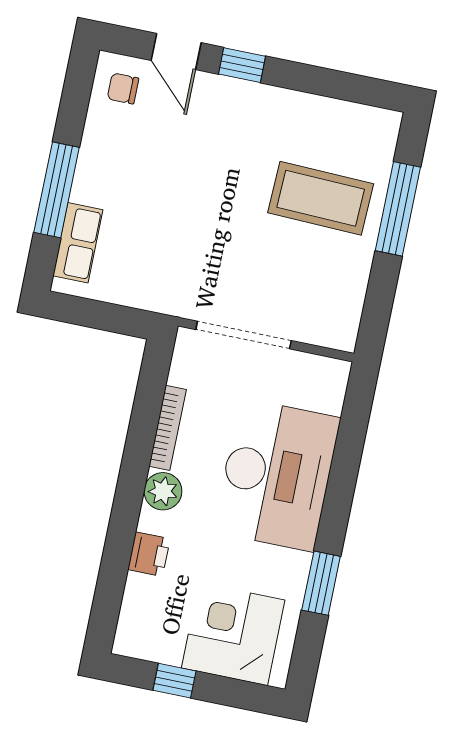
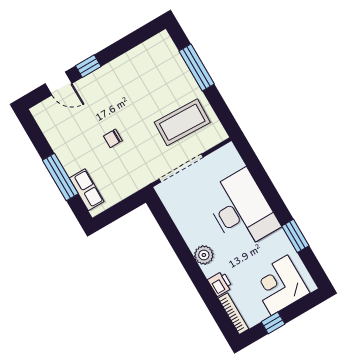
chair: (123, 88) -> (113, 138), moved
coffee table: (321, 198) -> (182, 122), moved
bookcase: (168, 428) -> (233, 314), moved

